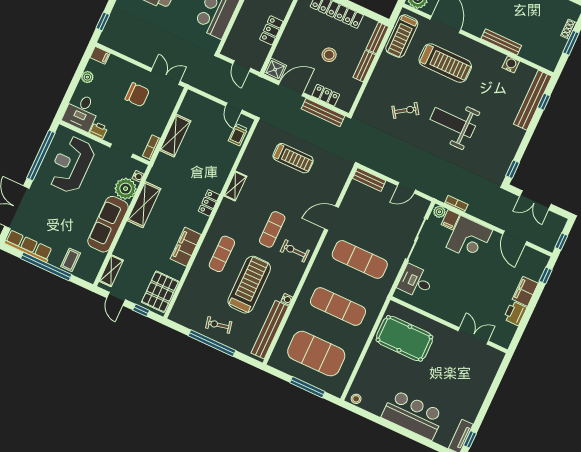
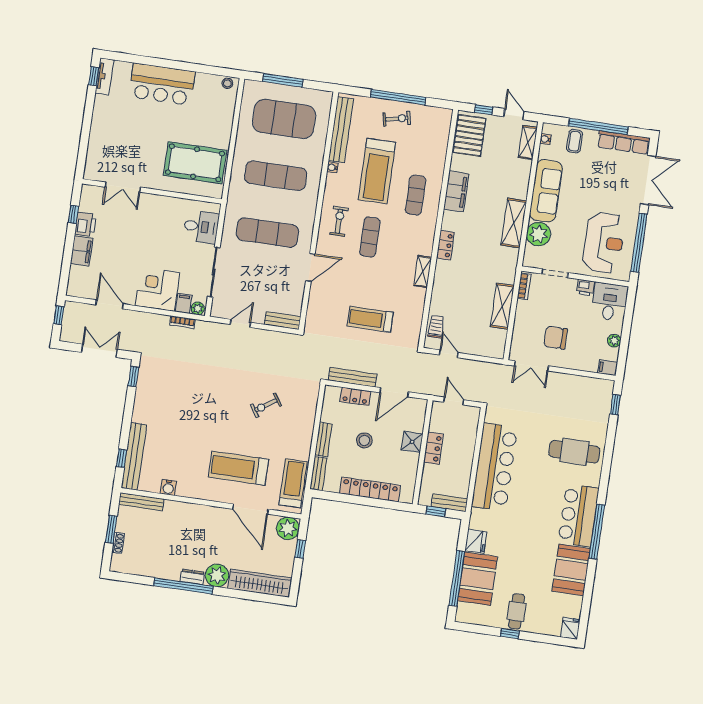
bench: (501, 42) -> (141, 502), moved
shower: (275, 70) -> (412, 442), moved
weight bench: (453, 123) -> (212, 407), removed
water cooler: (138, 176) -> (545, 139), moved
exercise bike: (295, 251) -> (339, 221), turned -90
window: (546, 276) -> (73, 214), moved

